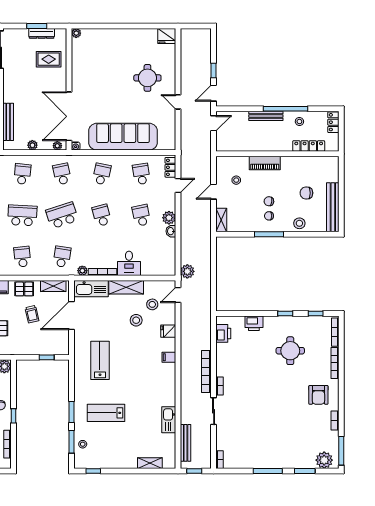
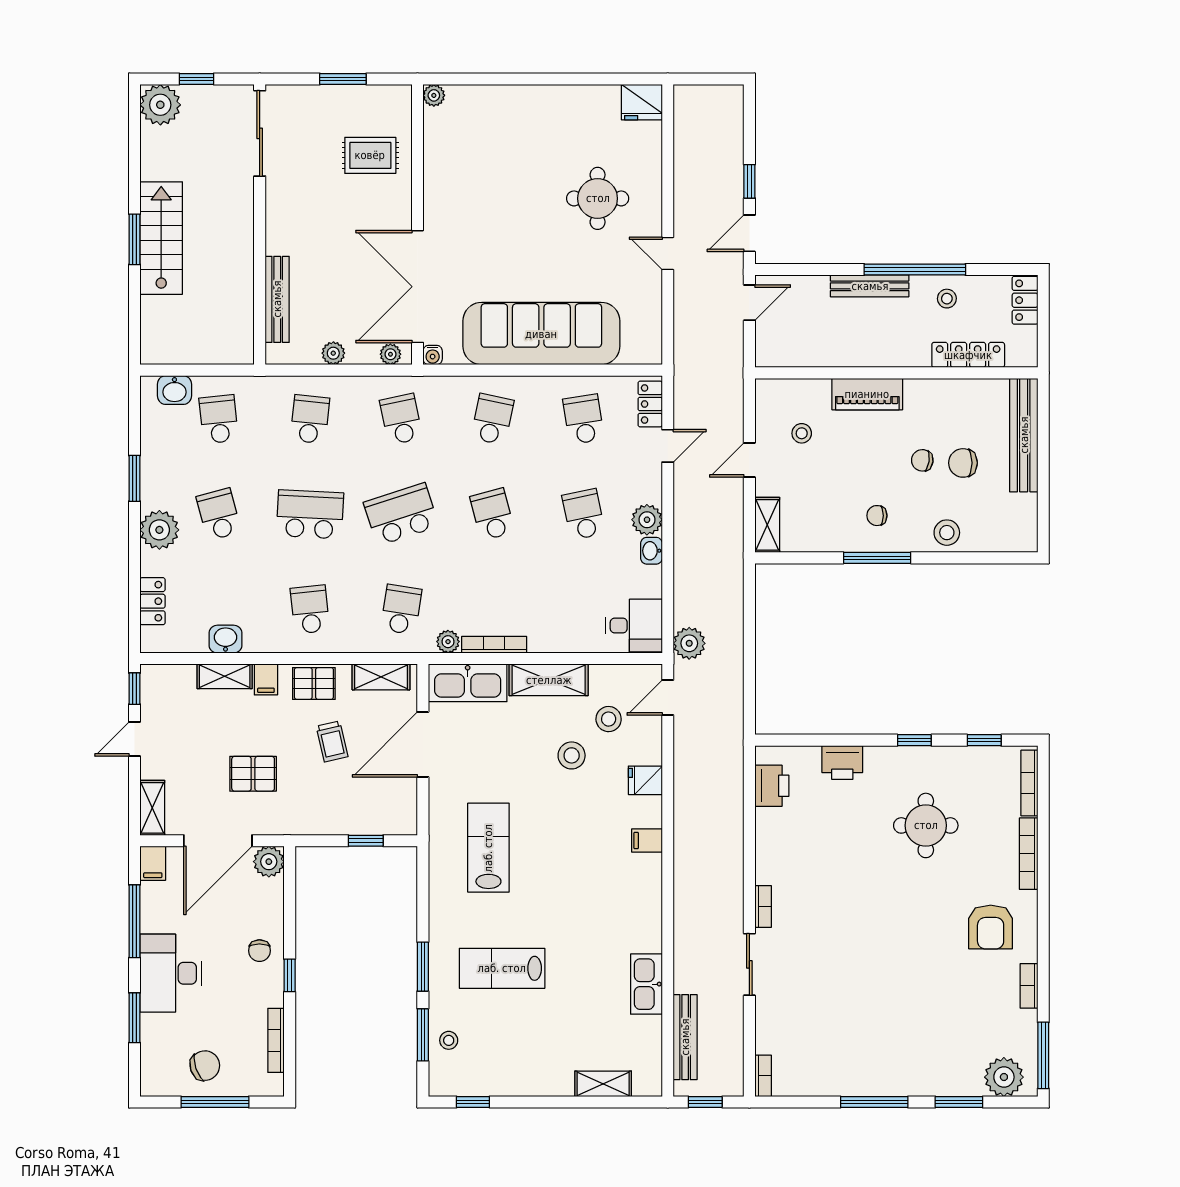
dresser: (42, 33) -> (354, 96), removed
chair: (269, 201) -> (922, 460), moved
bench: (333, 207) -> (1024, 435), moved
desk: (129, 263) -> (634, 626), moved, turned -90
bookcase: (206, 371) -> (733, 873), removed

